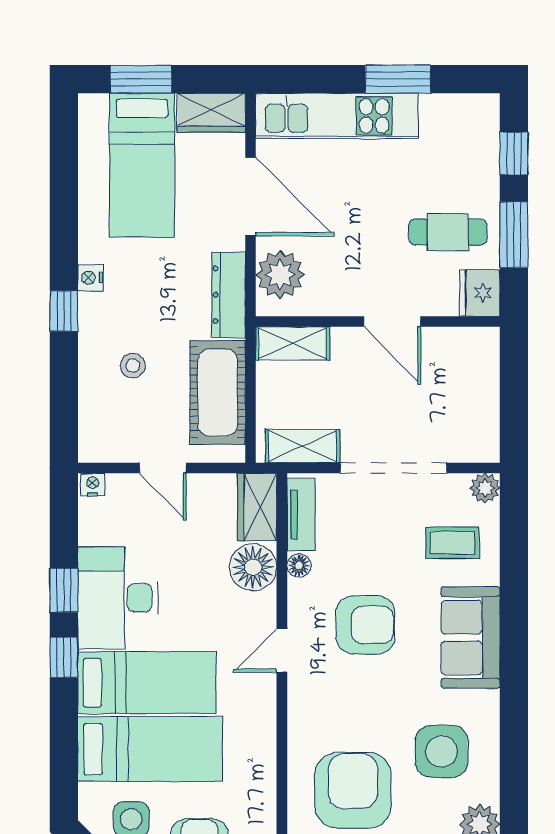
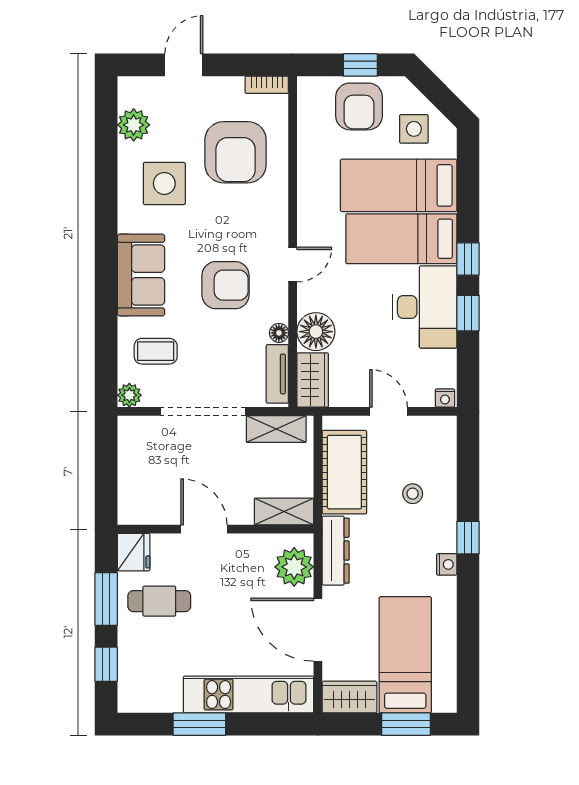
armchair: (365, 625) -> (226, 285), turned 180

